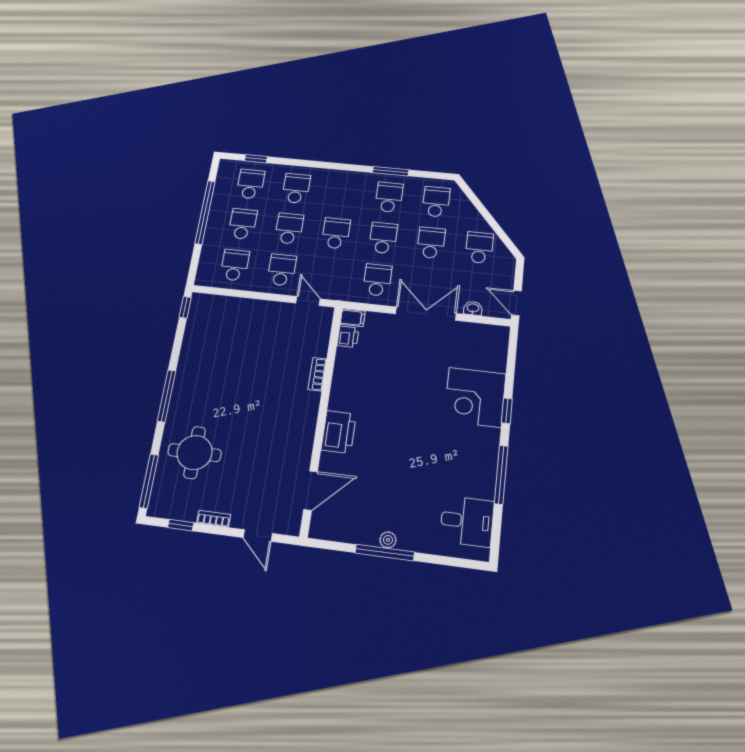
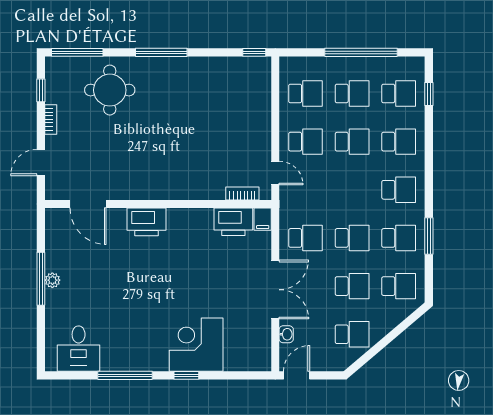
school desk: (336, 233) -> (399, 190), moved
door: (308, 301) -> (275, 173), hinge flipped
printer: (348, 337) -> (233, 222), width x1.87, depth x1.48
bookcase: (317, 374) -> (242, 193), moved

